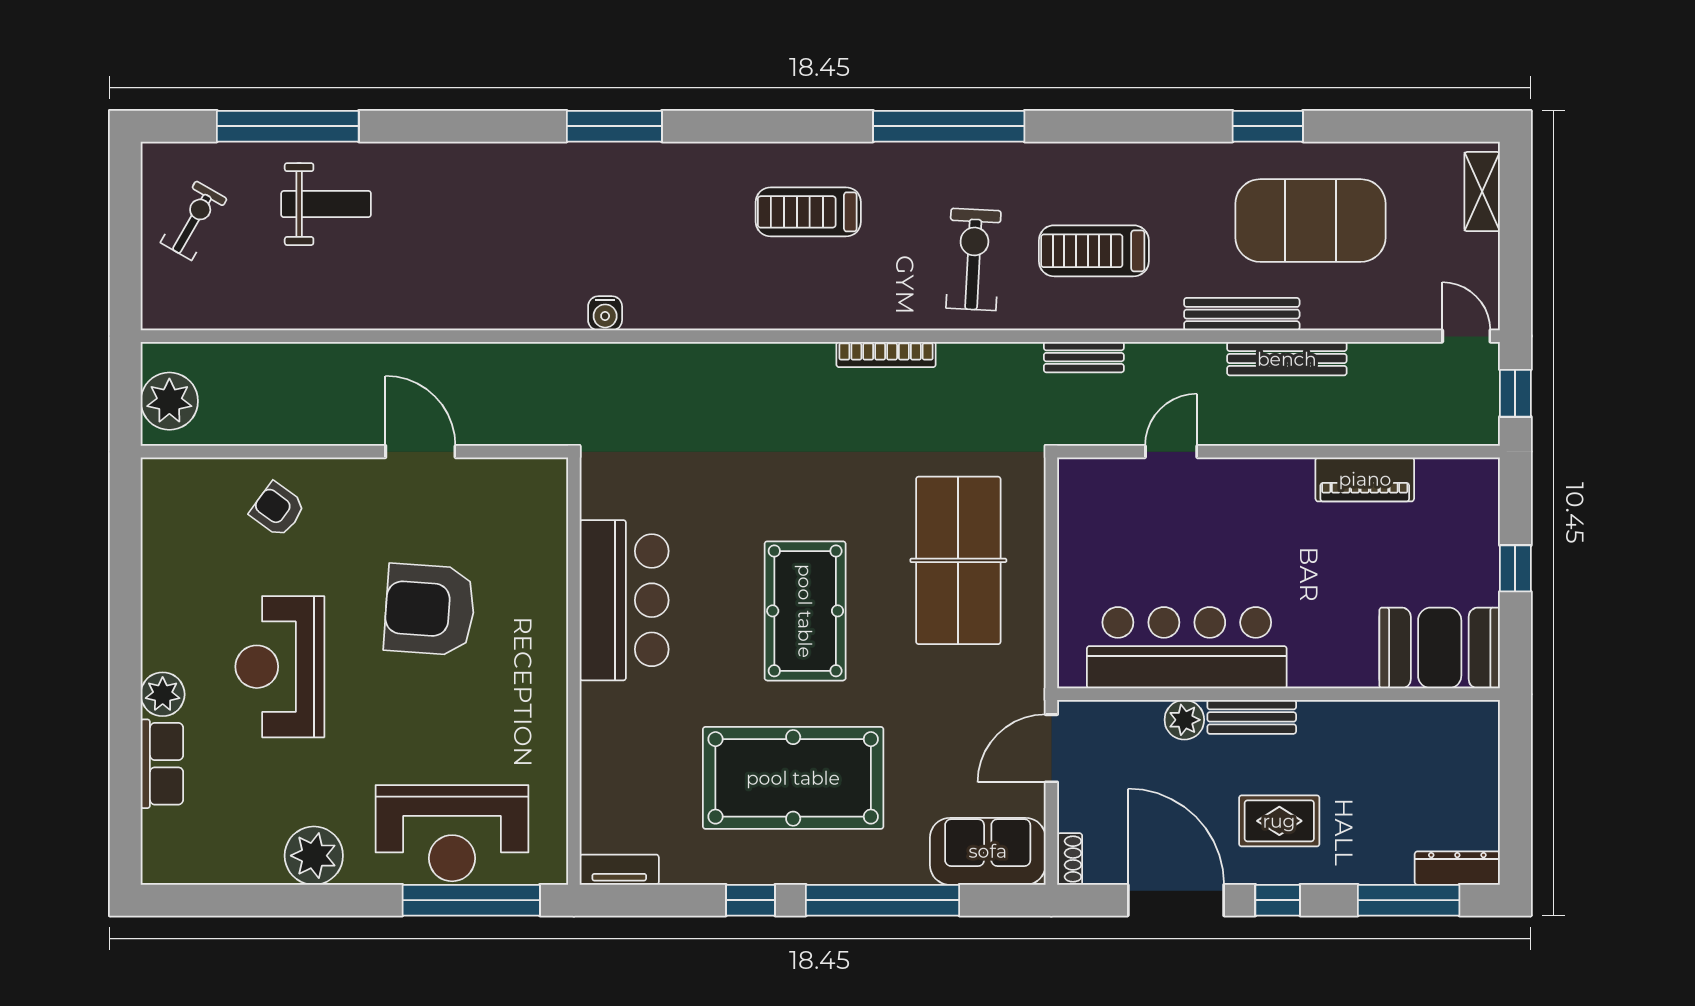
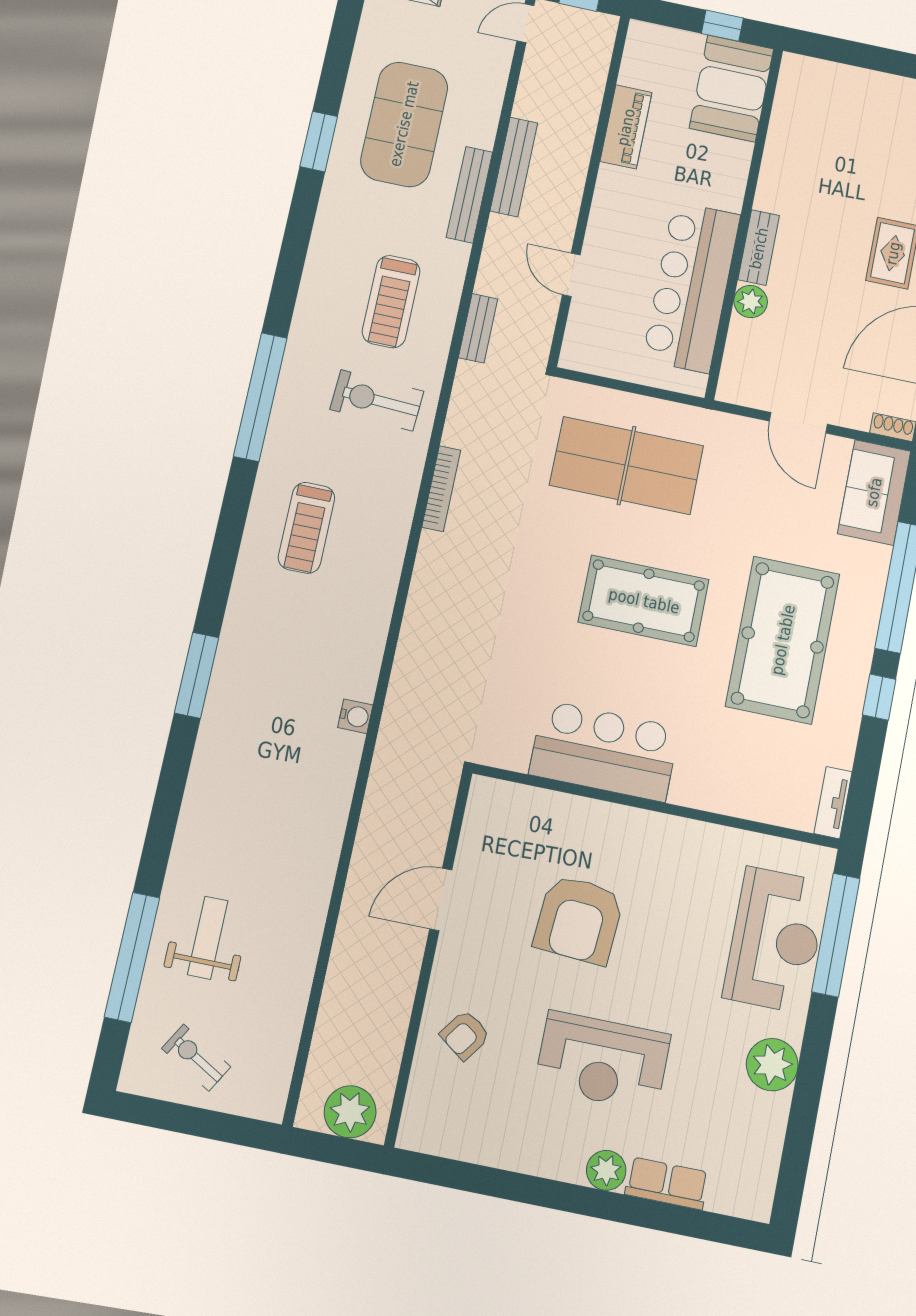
bar counter: (1187, 648) -> (691, 287), moved
booth: (1440, 648) -> (731, 88), moved
wall: (1279, 694) -> (744, 222), moved
bench: (1252, 717) -> (759, 248), moved
plant: (1184, 720) -> (751, 302), moved

